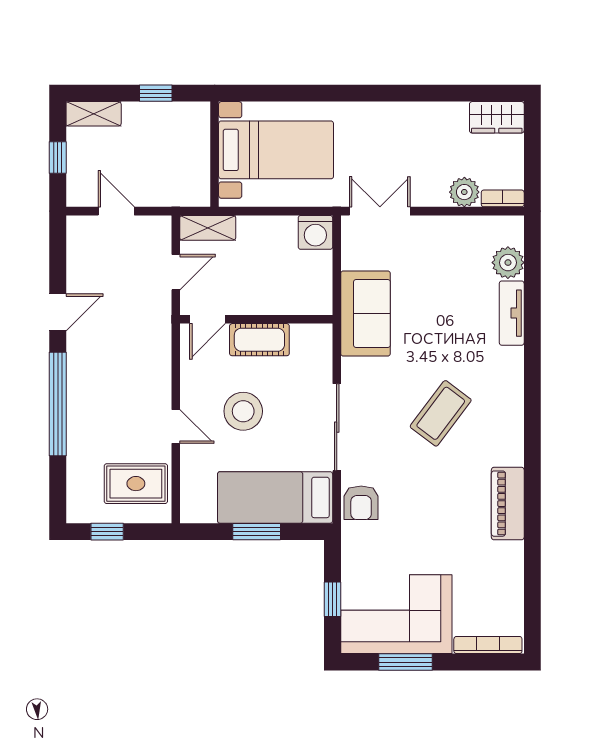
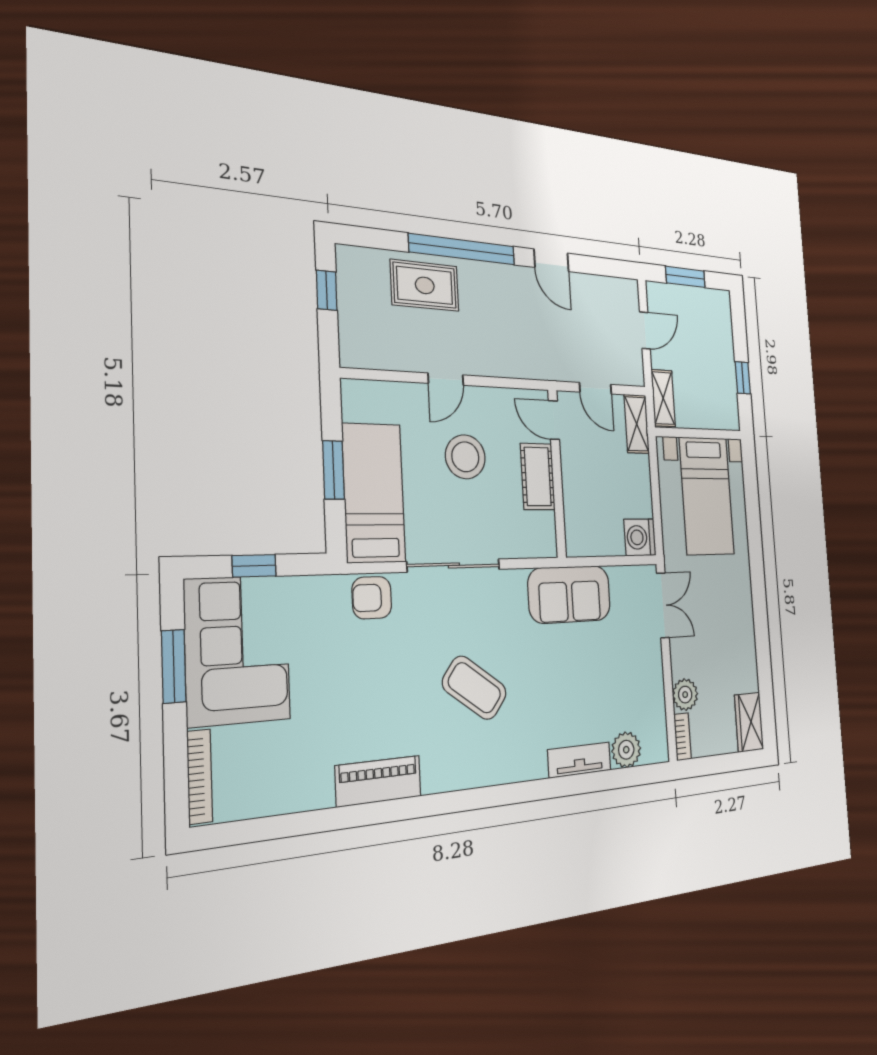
shelving: (94, 114) -> (663, 398), moved
window: (58, 157) -> (685, 277), width x1.50
rug: (136, 484) -> (425, 285), moved, turned 90

